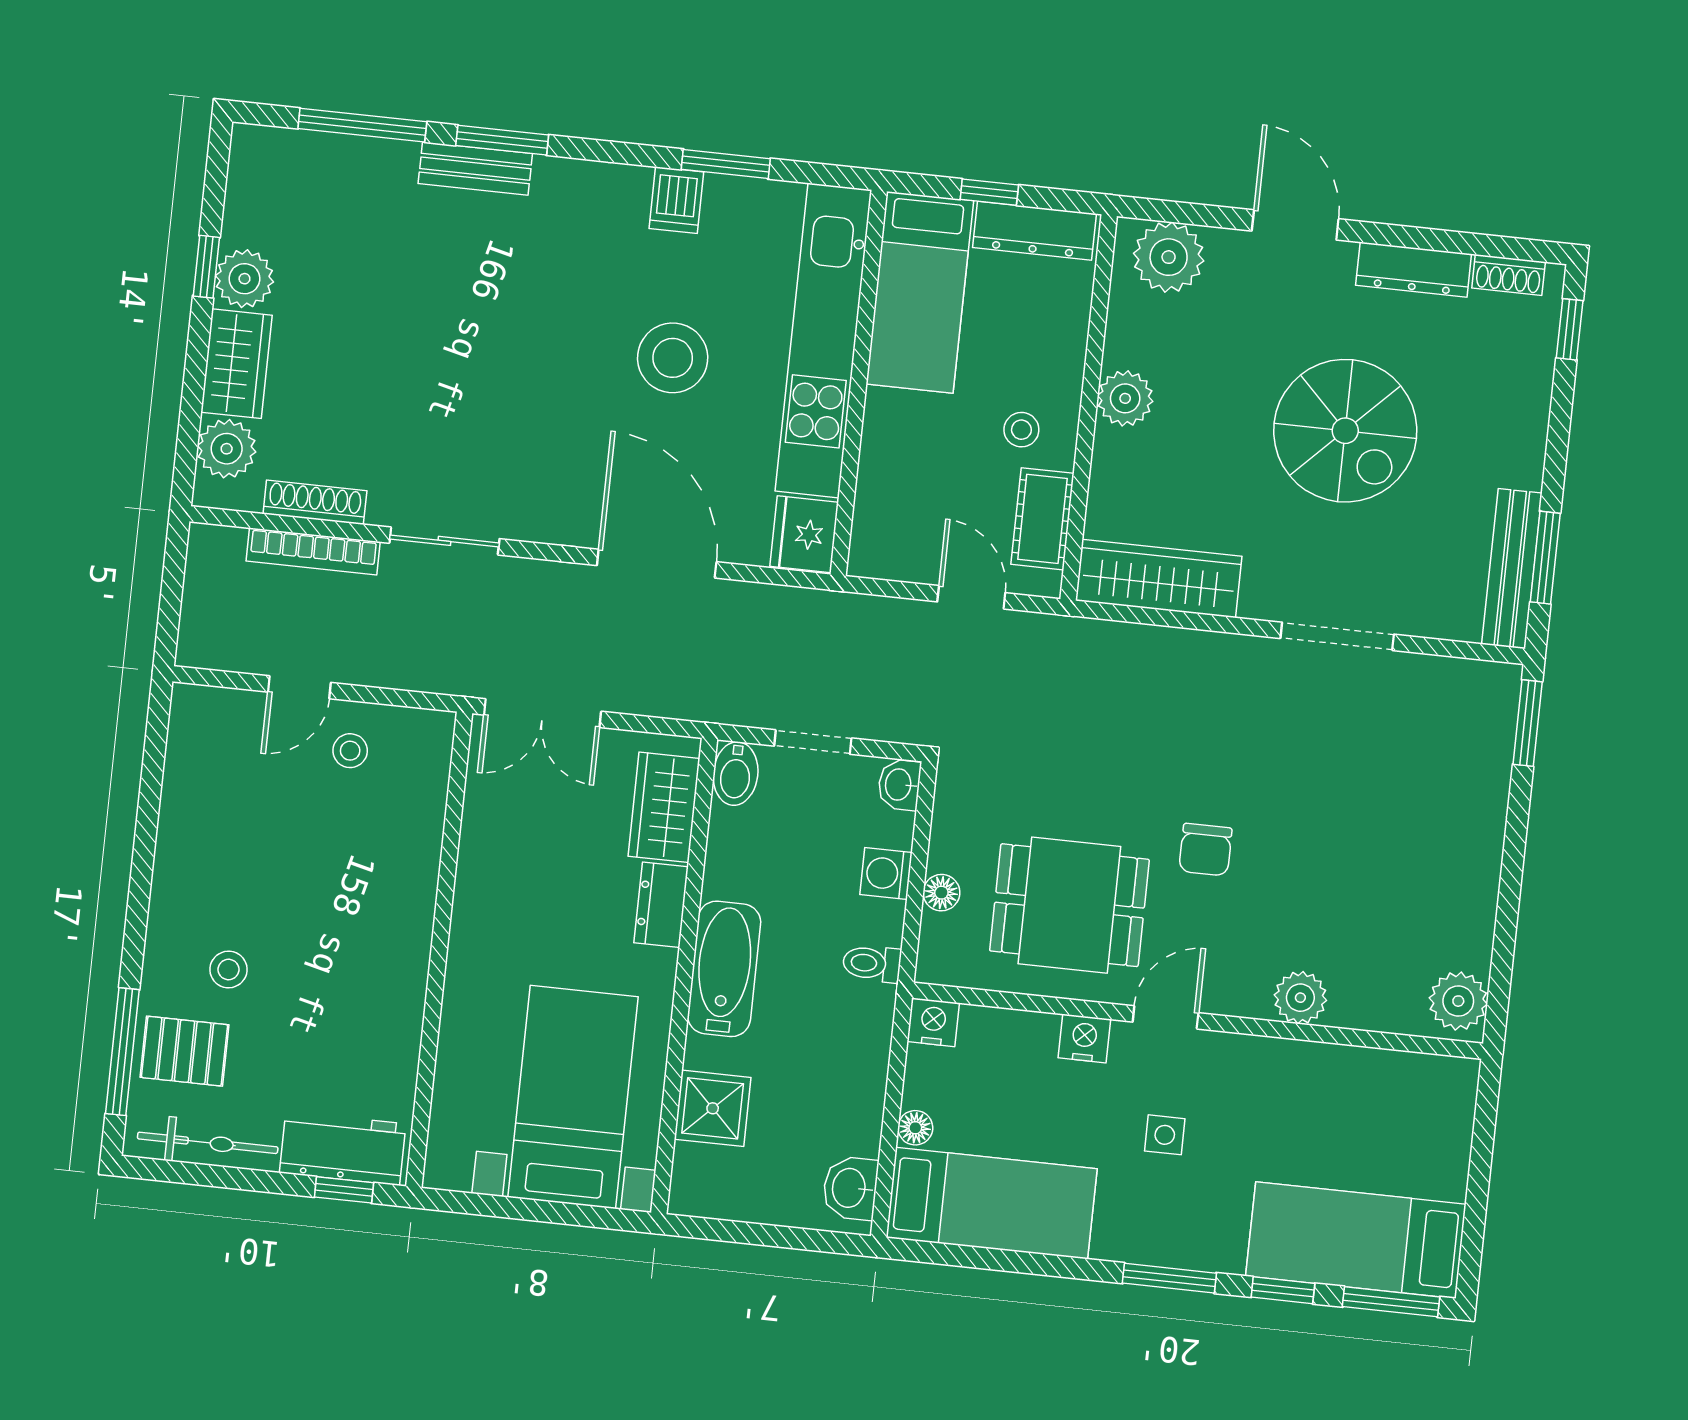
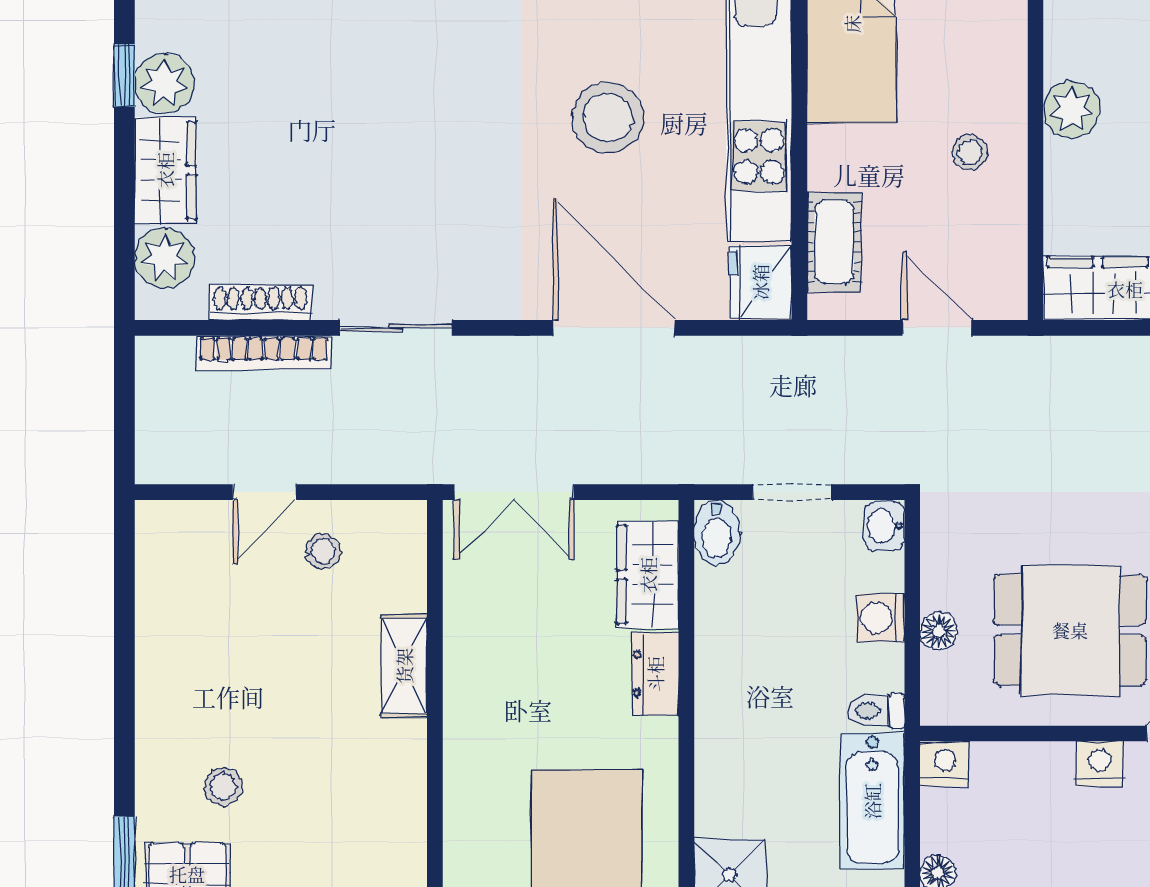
cot: (1042, 519) -> (834, 242), moved
shelving: (417, 871) -> (404, 666), added
bathtub: (724, 969) -> (872, 801), moved, turned 180

